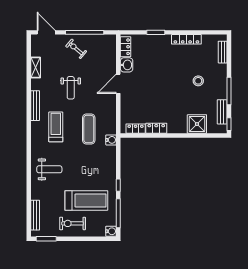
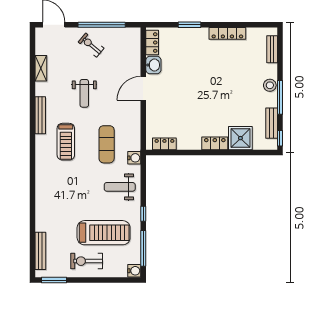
stool: (198, 81) -> (270, 85), moved
treadmill: (56, 127) -> (66, 142), turned 180
locker: (156, 128) -> (215, 143), moved
weight bench: (49, 169) -> (120, 187), moved, turned 180

